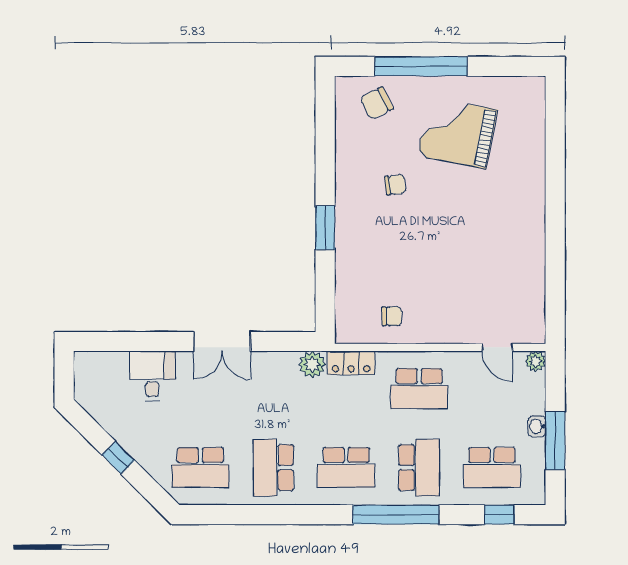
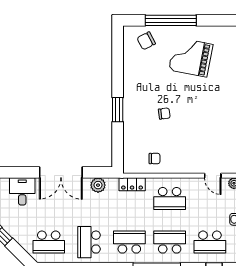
chair: (395, 185) -> (164, 114), moved
double door: (222, 341) -> (61, 172), width x1.37
plant: (312, 364) -> (98, 185), moved
school desk: (346, 468) -> (129, 242), turned 180
school desk: (419, 468) -> (170, 242), turned -90

